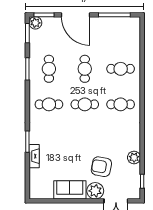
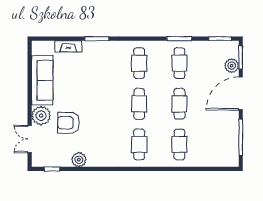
plant: (35, 23) -> (232, 66), moved
cafe table: (49, 69) -> (179, 63), turned 90
cafe table: (85, 69) -> (179, 104), turned 90
fireplace: (34, 156) -> (68, 46), moved
armchair: (101, 167) -> (68, 123), turned -100
sofa: (70, 190) -> (42, 80), width x1.36

